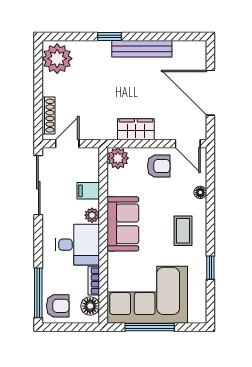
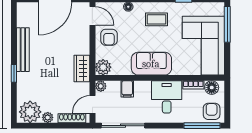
plant: (49, 83) -> (48, 117), added
wardrobe: (136, 129) -> (82, 68), moved
door: (67, 144) -> (92, 104), hinge flipped
door: (188, 144) -> (92, 16), hinge flipped
armchair: (159, 166) -> (109, 37), turned 180
plant: (92, 215) -> (101, 86), moved
window: (150, 327) -> (227, 24), moved

